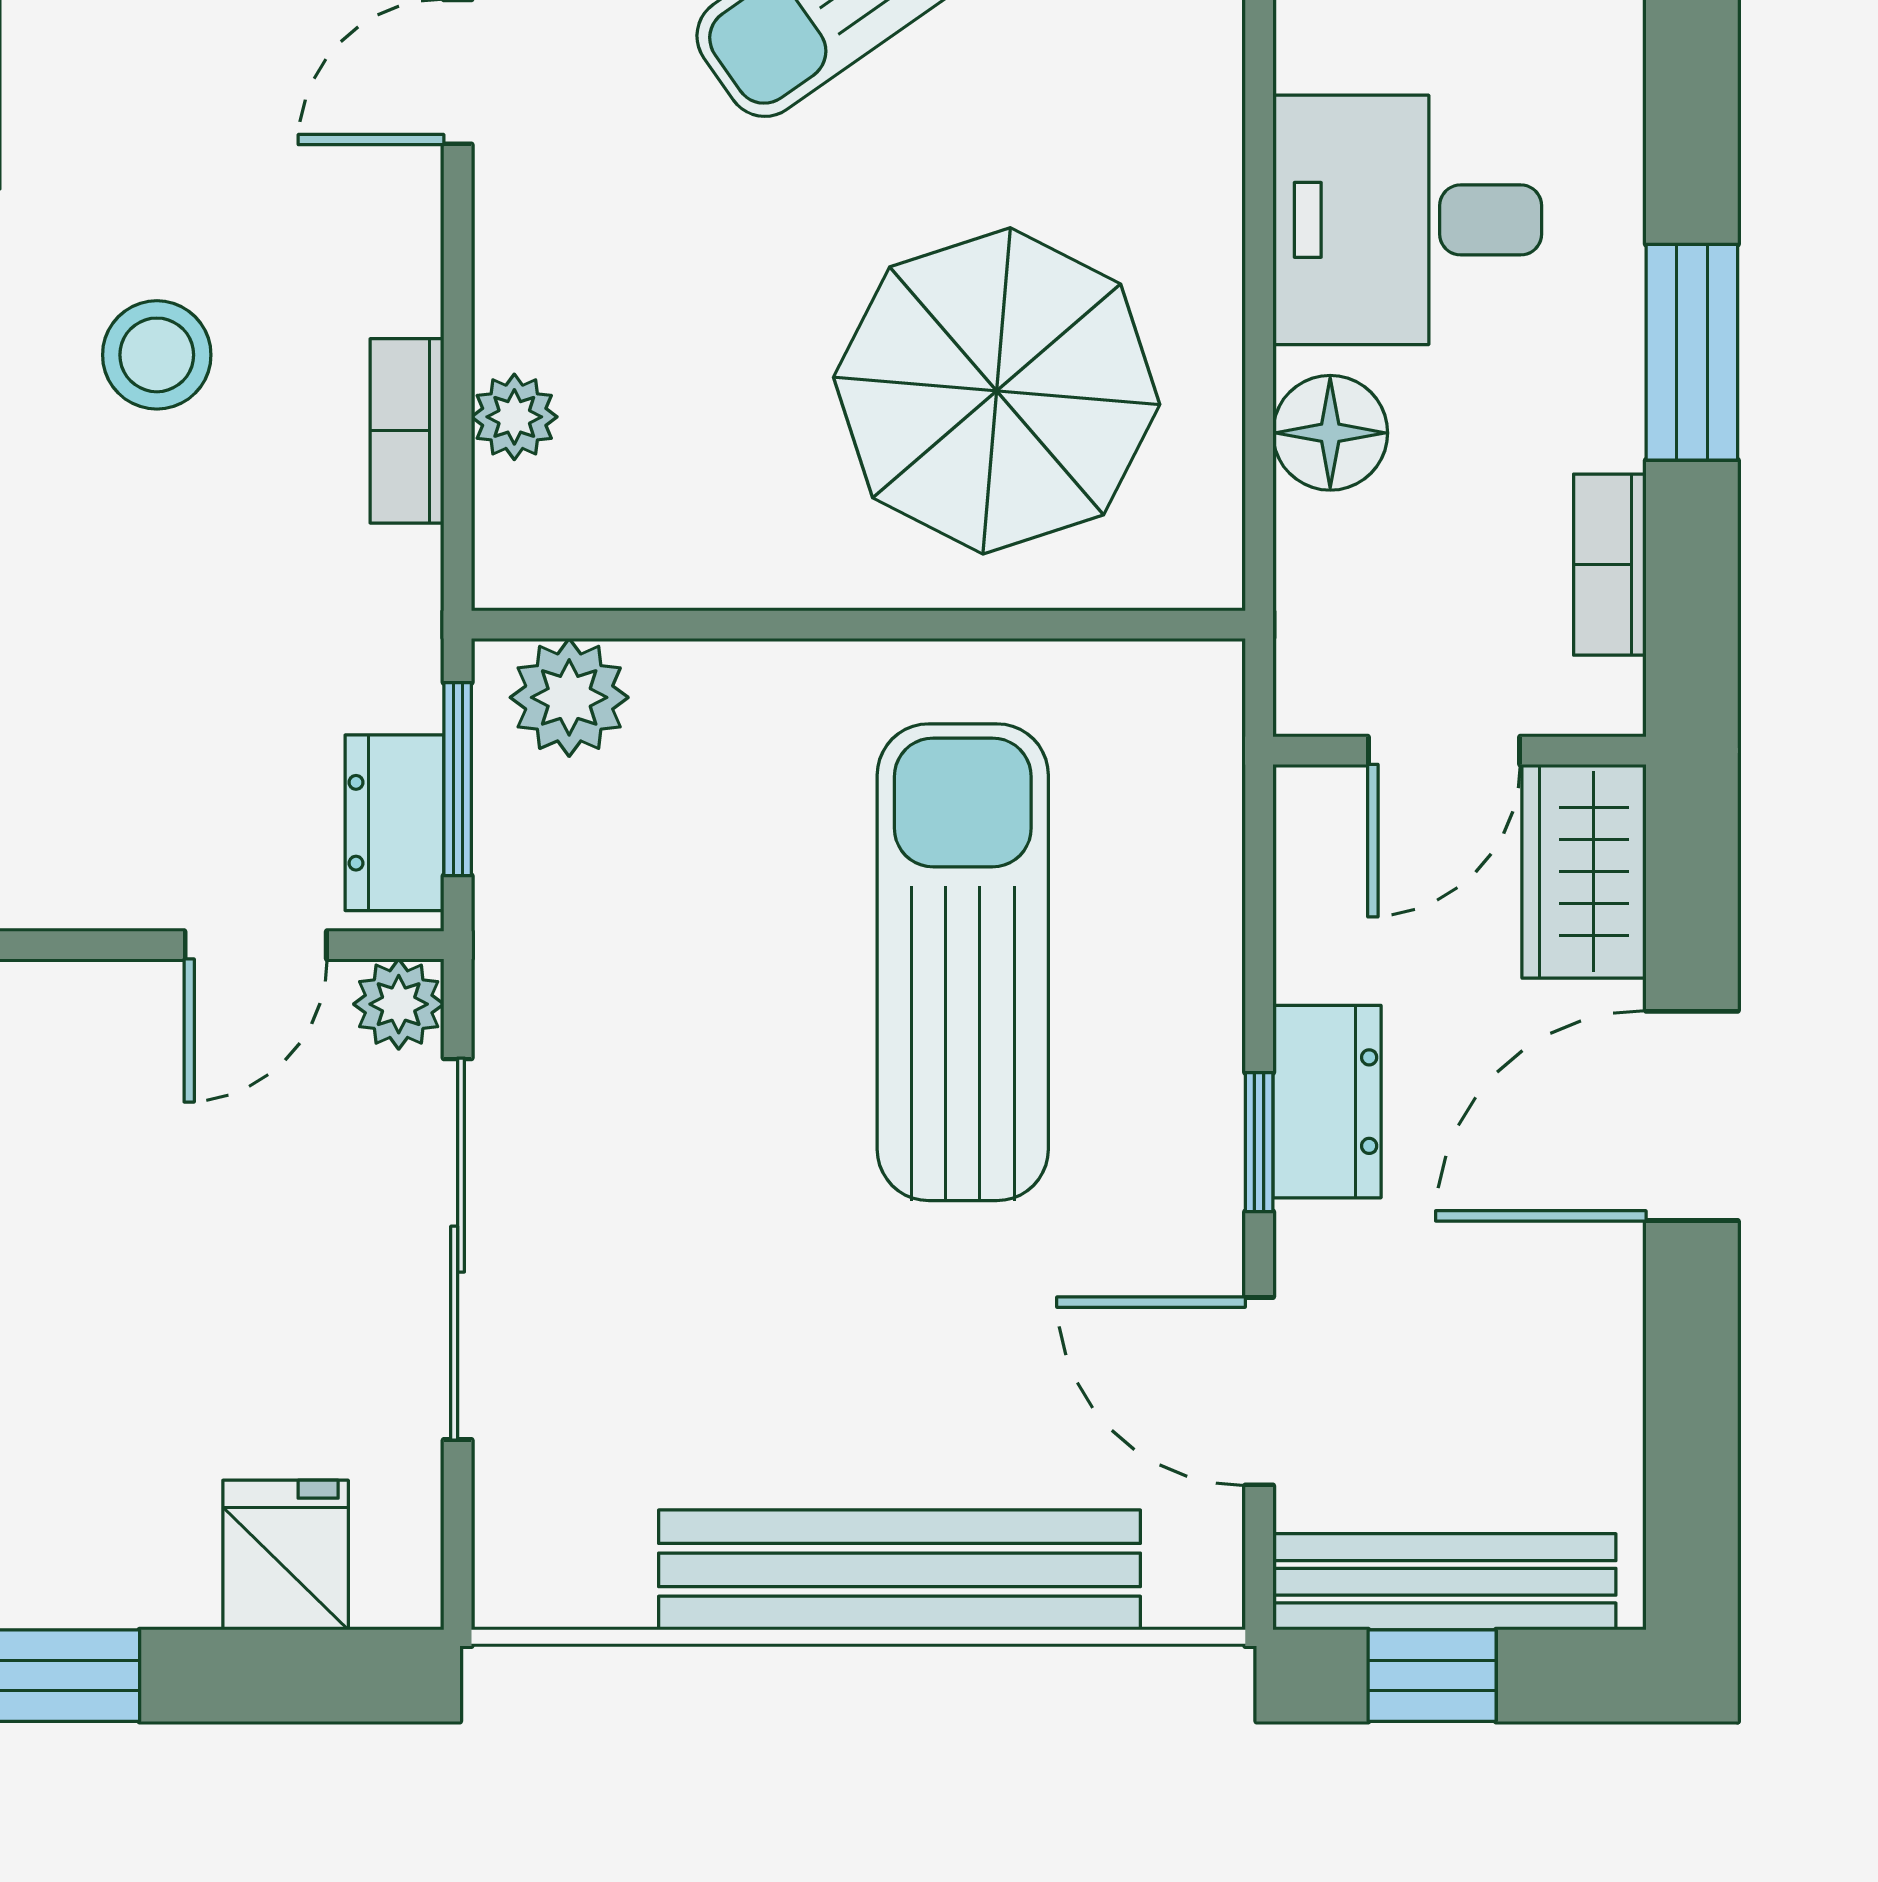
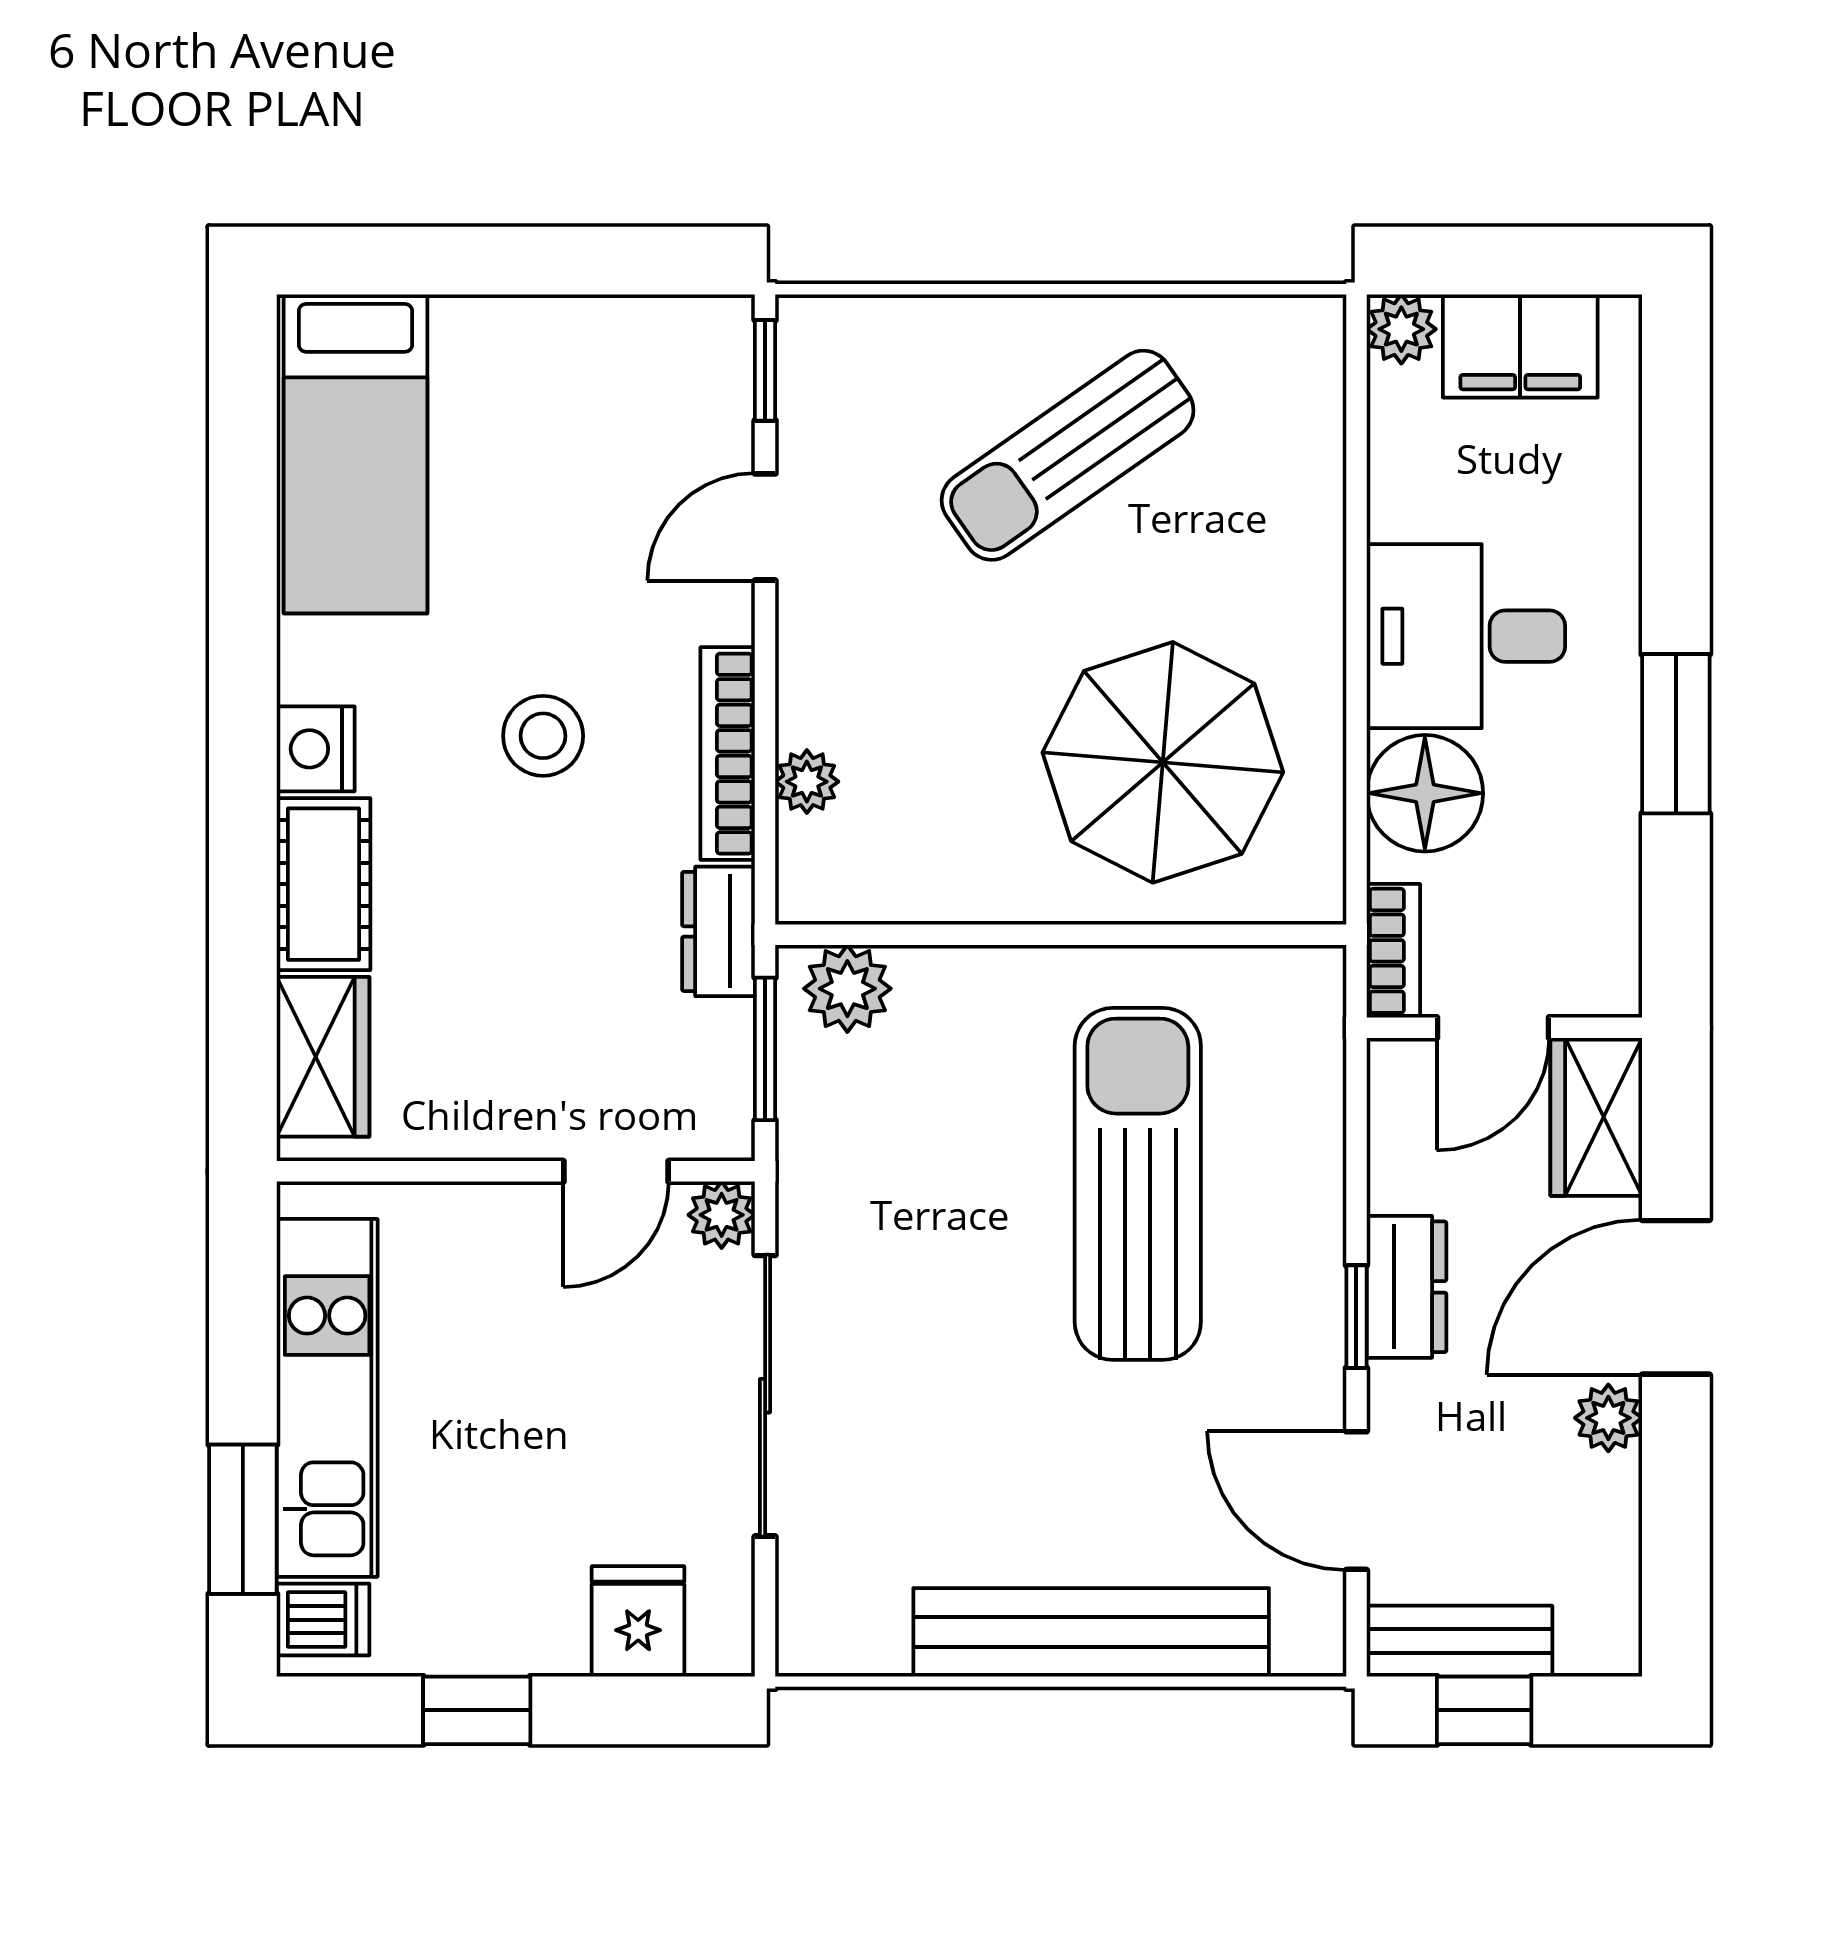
bookcase: (407, 431) -> (728, 754), width x1.56
floor lamp: (1330, 433) -> (1425, 793), width x1.38, depth x1.38
bookcase: (1610, 565) -> (1393, 951), moved, turned 180
dresser: (394, 823) -> (718, 931), moved
plant: (1600, 1279) -> (1608, 1418), added
bench: (1444, 1582) -> (1459, 1641), width x0.73

